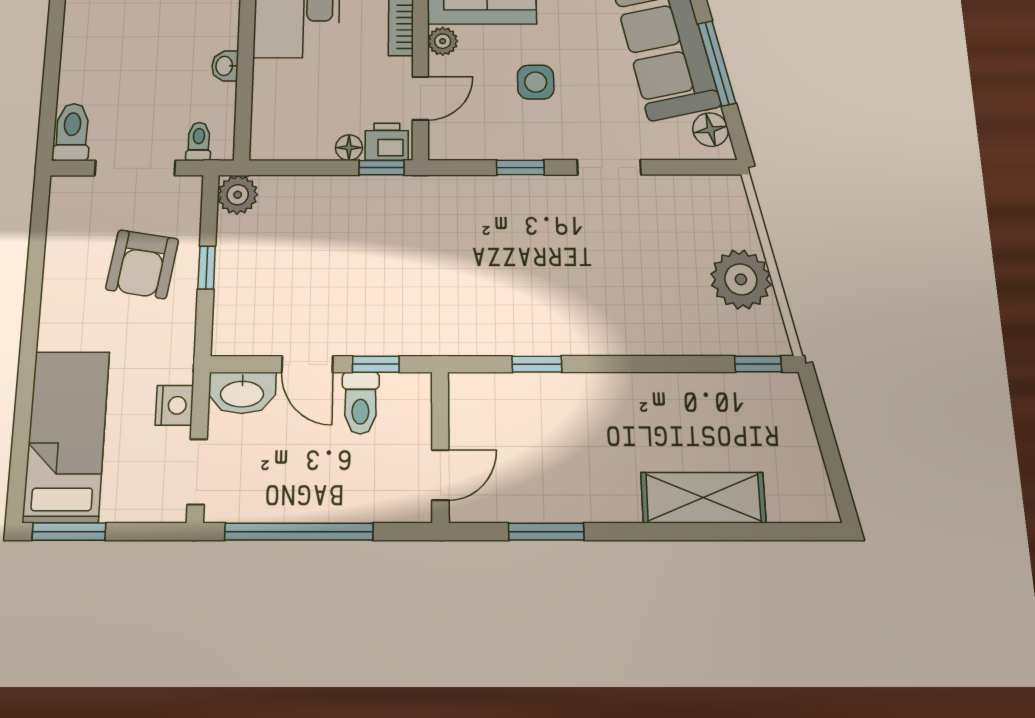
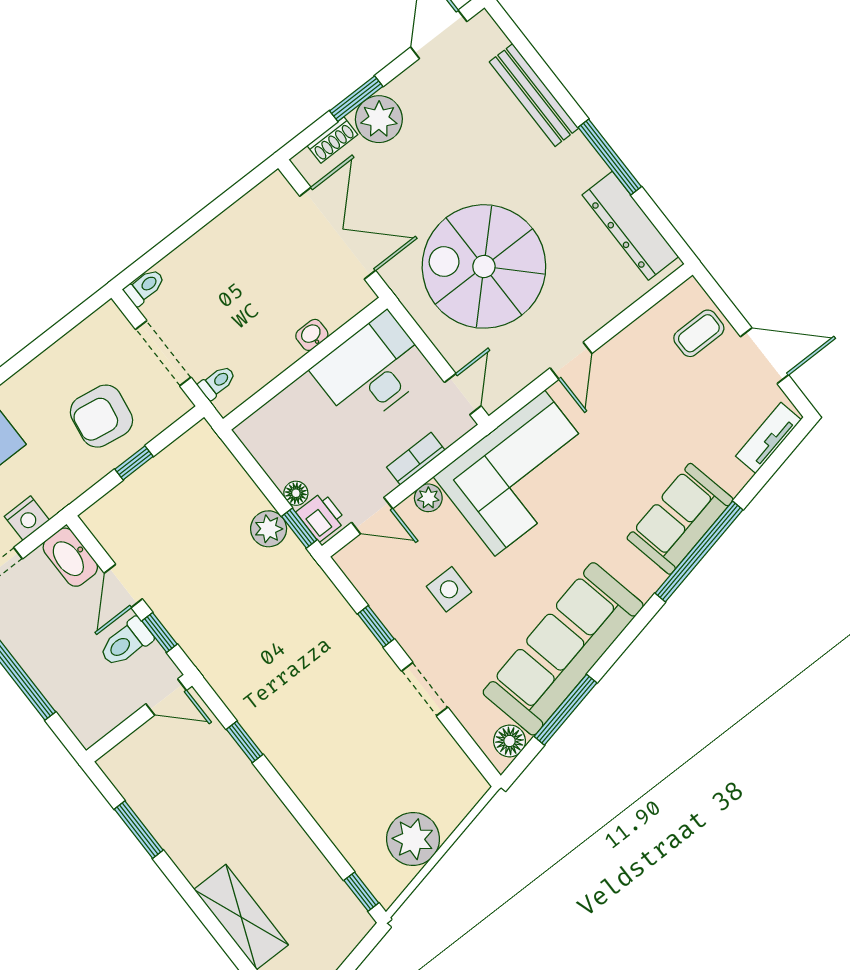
washbasin: (225, 66) -> (312, 335), moved
toilet: (72, 132) -> (145, 287), width x0.73, depth x0.72
plant: (238, 195) -> (269, 529), moved
door: (440, 475) -> (166, 697), moved

